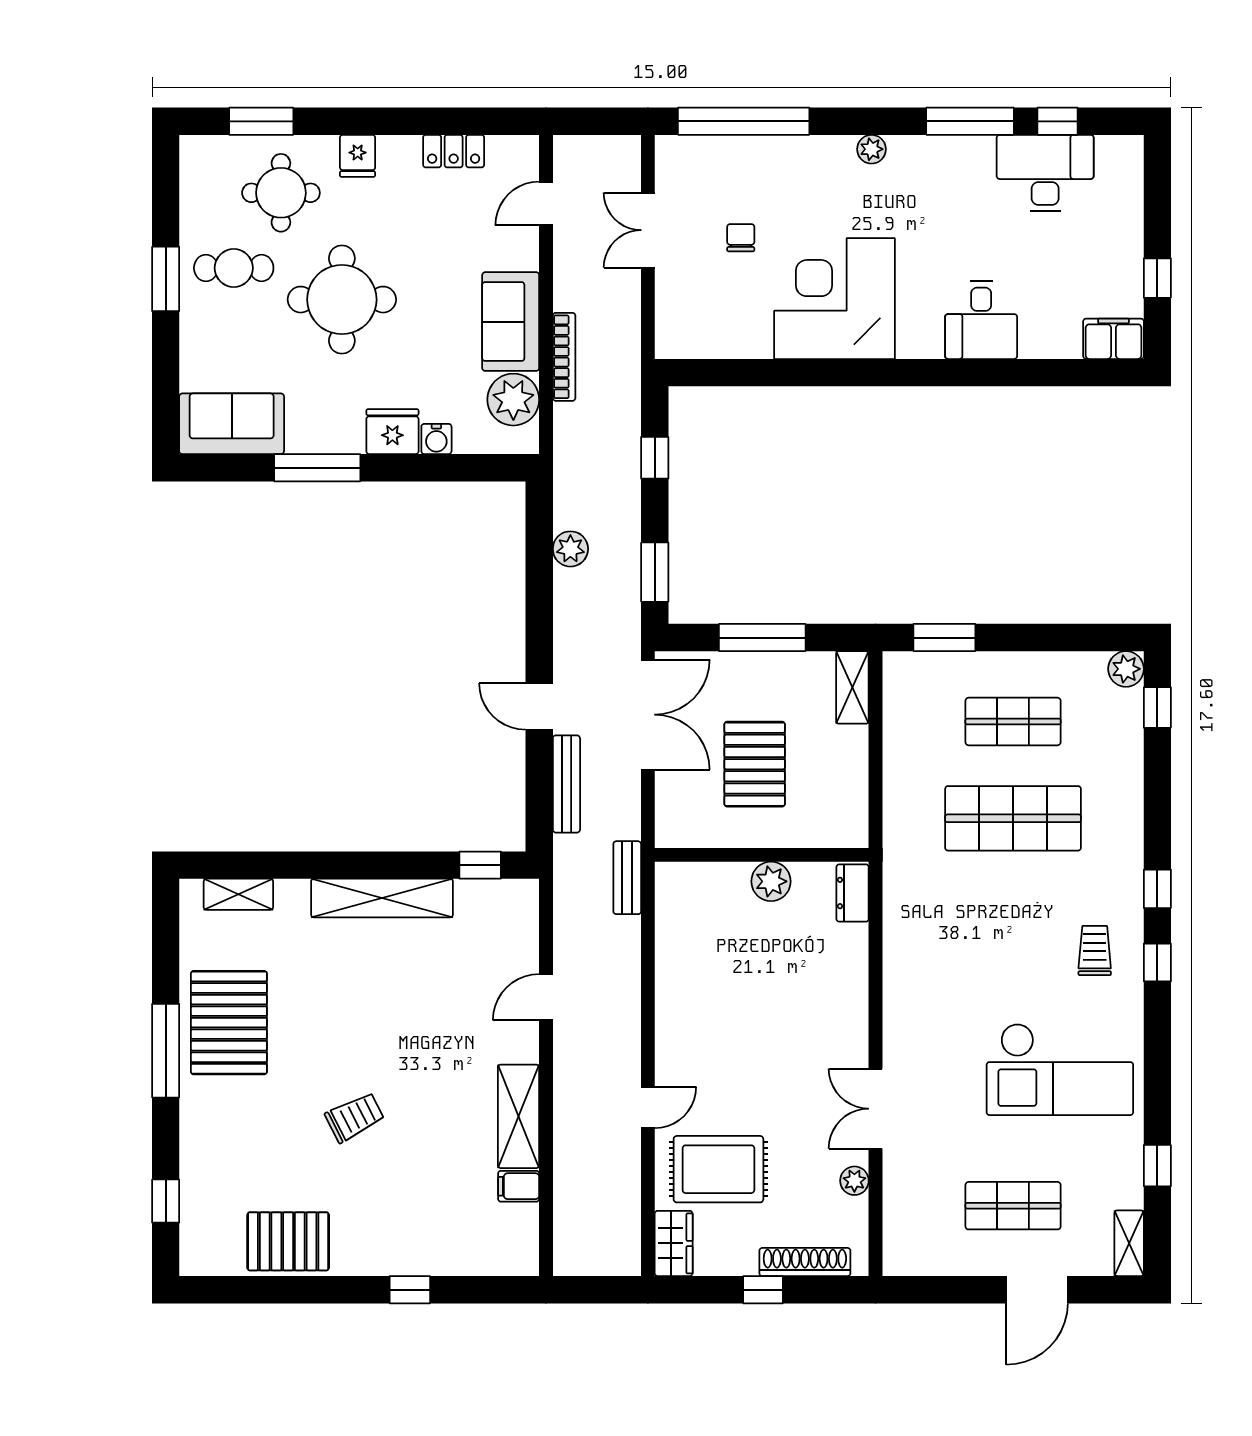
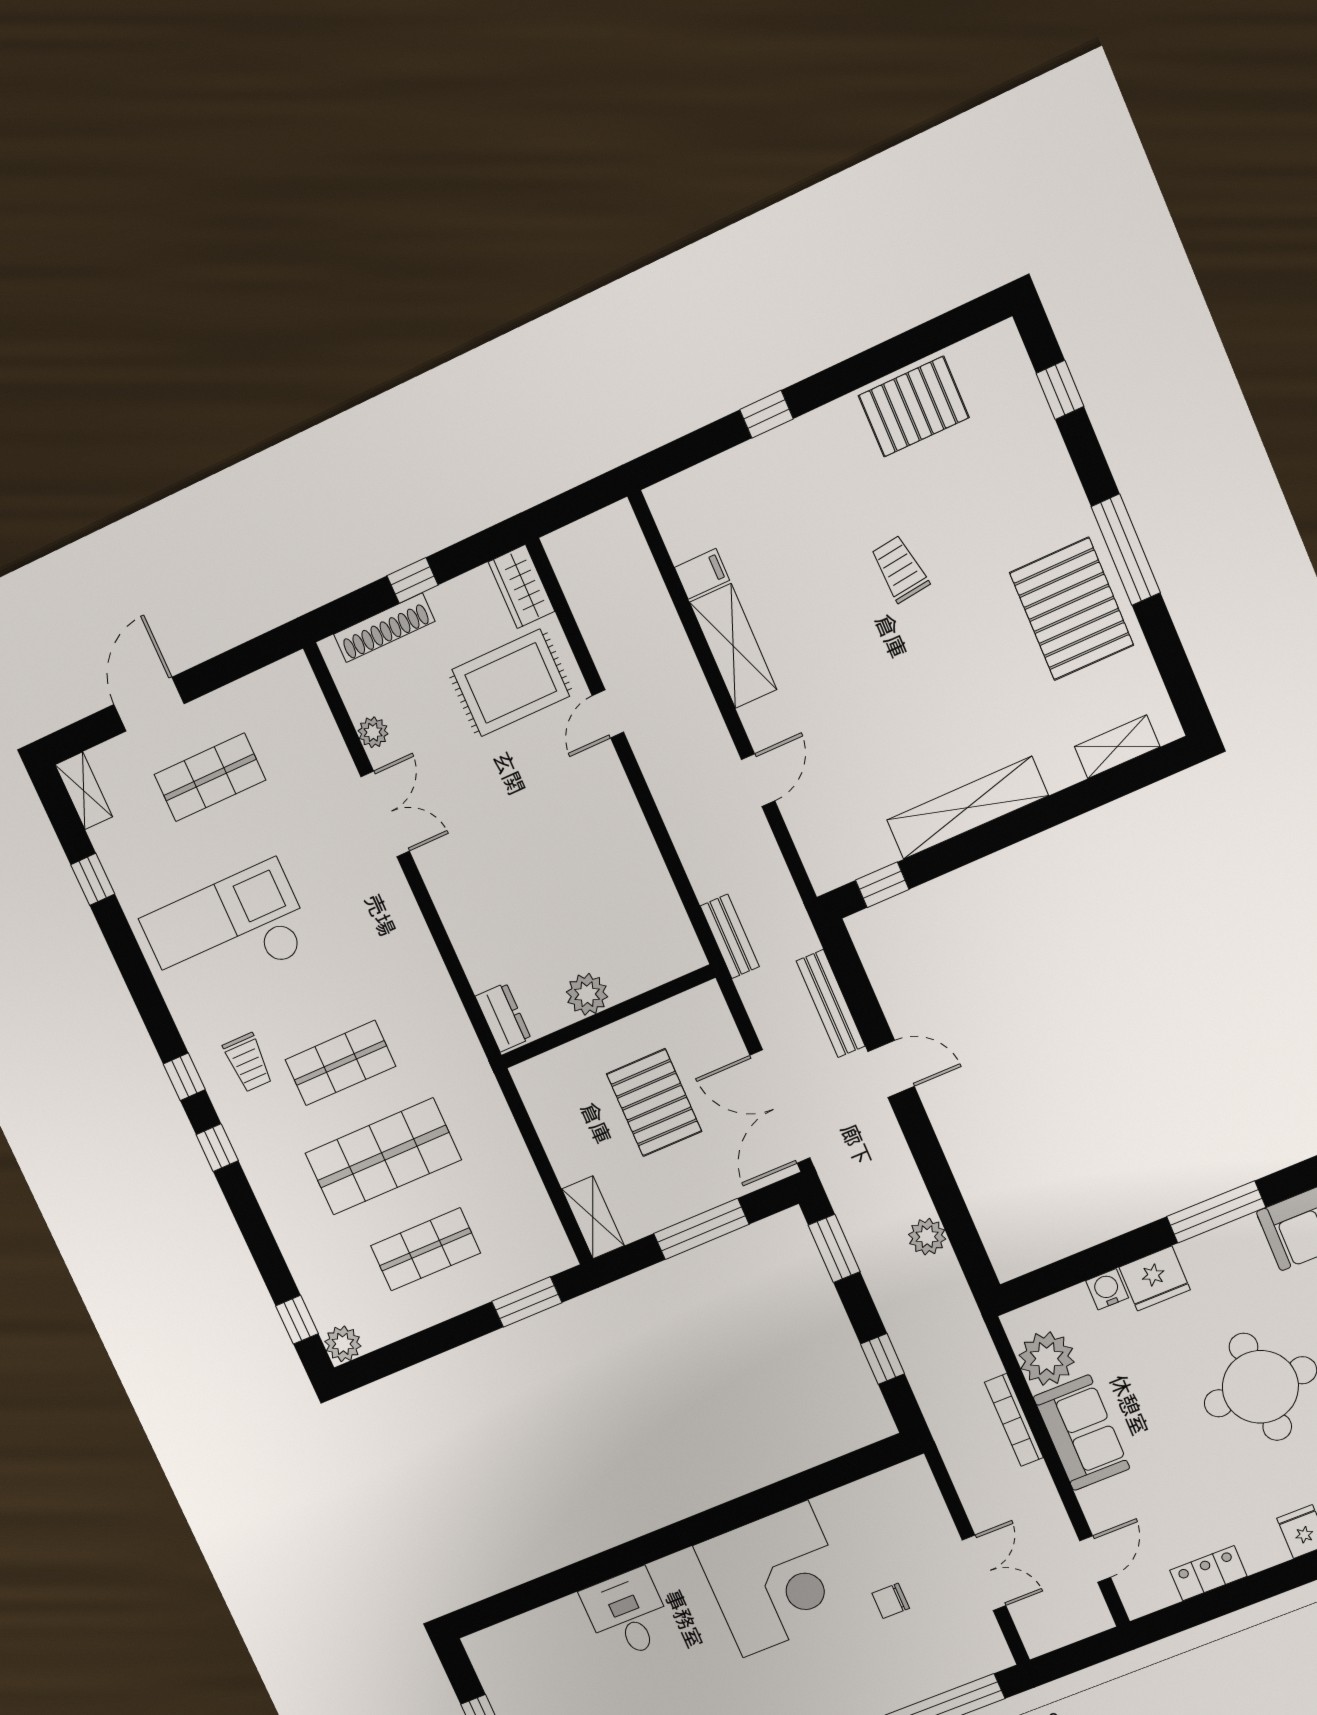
chair: (741, 238) -> (891, 1601), turned 90
filing cabinet: (1114, 339) -> (496, 1646), removed
shop shelf: (1013, 915) -> (340, 1063), added
trolley: (355, 1117) -> (900, 569), turned 110

